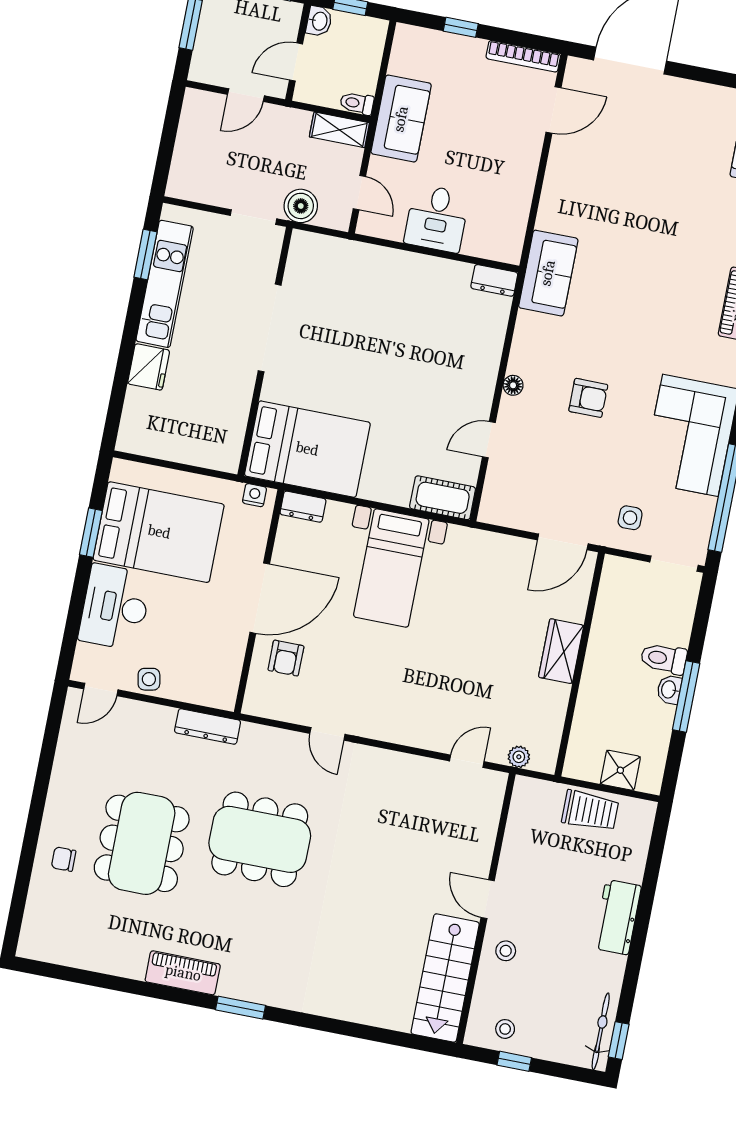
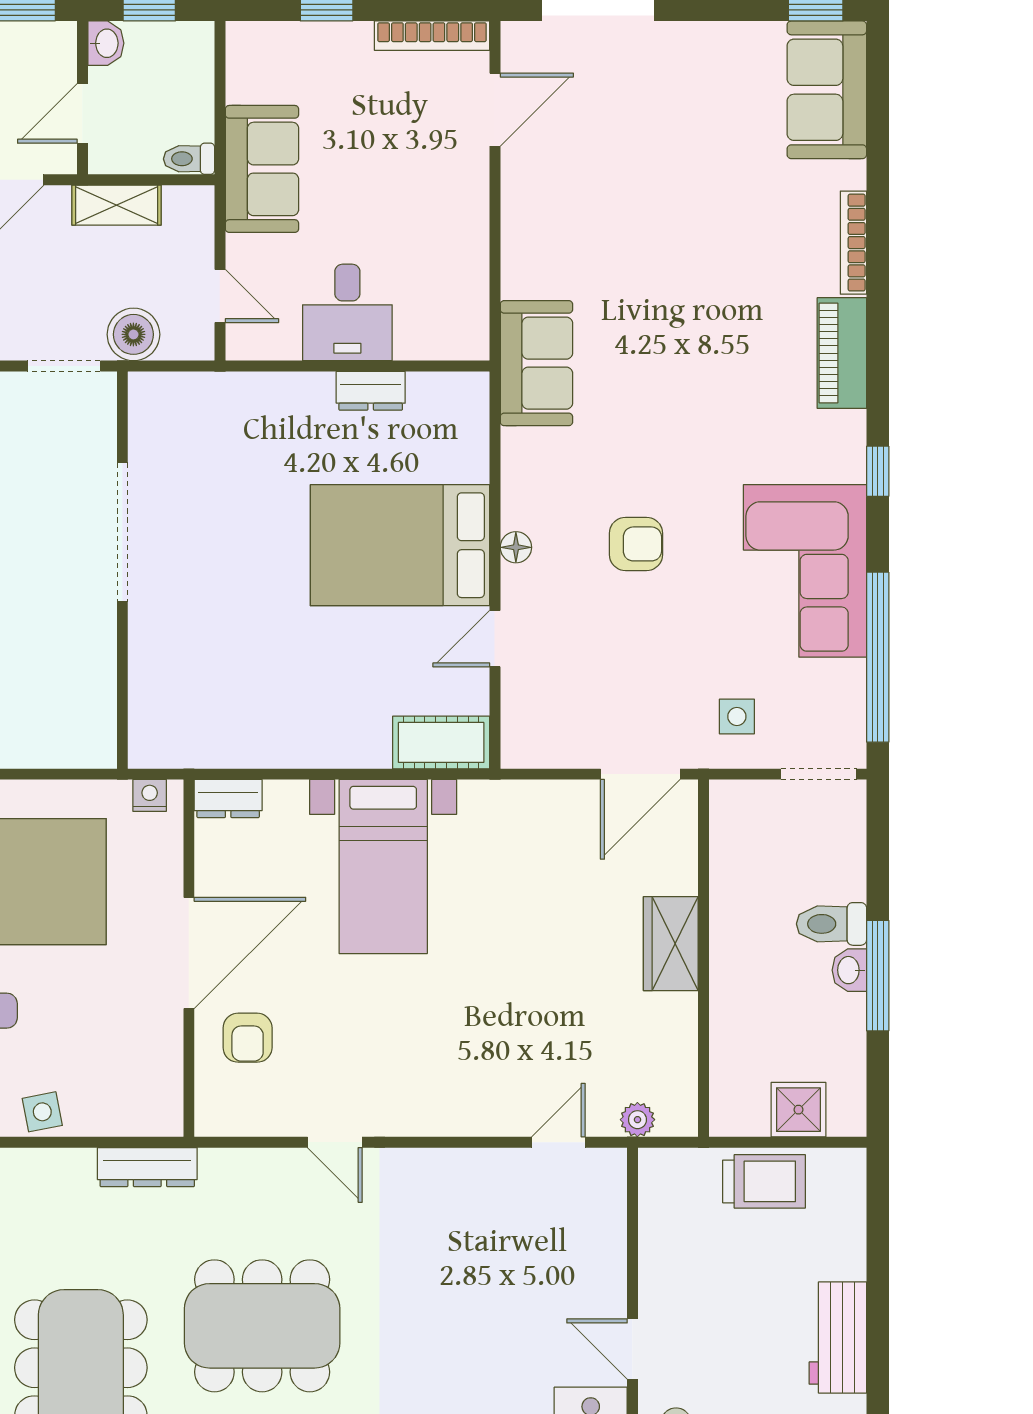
shelving: (339, 130) -> (117, 205), moved
dresser: (494, 280) -> (371, 391), moved
bed: (307, 449) -> (400, 545), moved, turned 180

